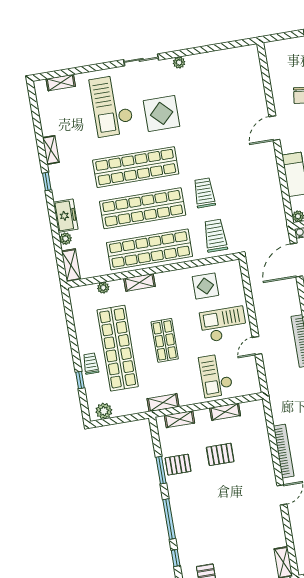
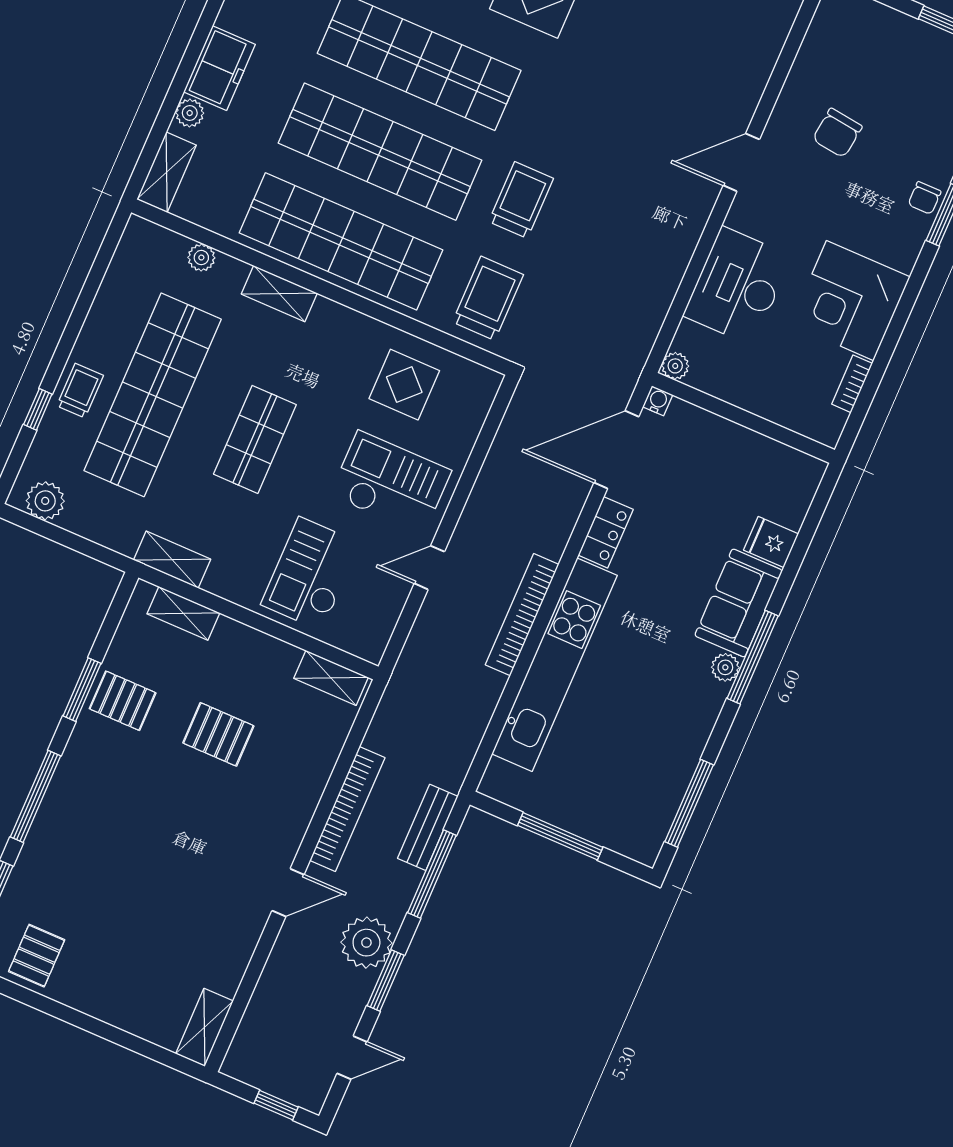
shelving: (225, 412) -> (331, 678), moved

